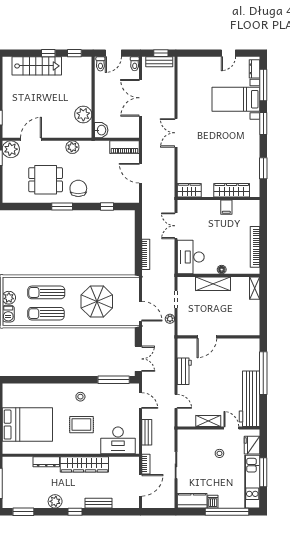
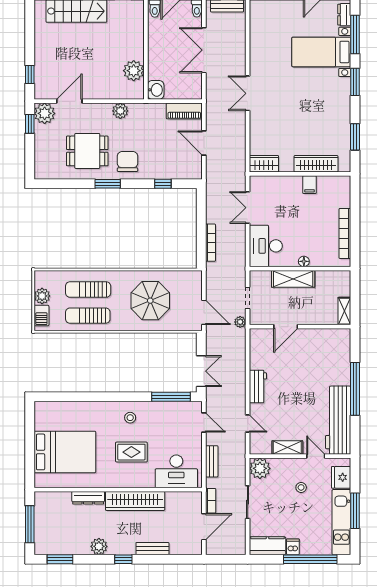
shelving: (255, 288) -> (344, 311), moved
door: (207, 337) -> (286, 327), moved
wall: (219, 337) -> (300, 327), moved
plant: (186, 438) -> (260, 468), added

